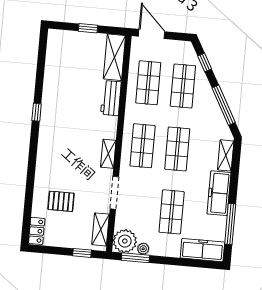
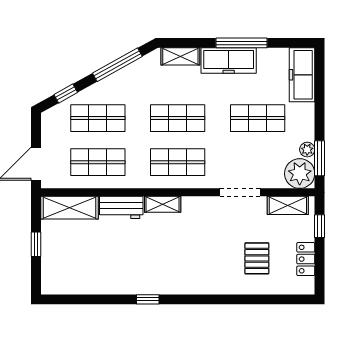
shelving: (108, 154) -> (163, 204), moved
window: (230, 224) -> (242, 43), moved
locker: (37, 231) -> (306, 259), moved, turned -90

